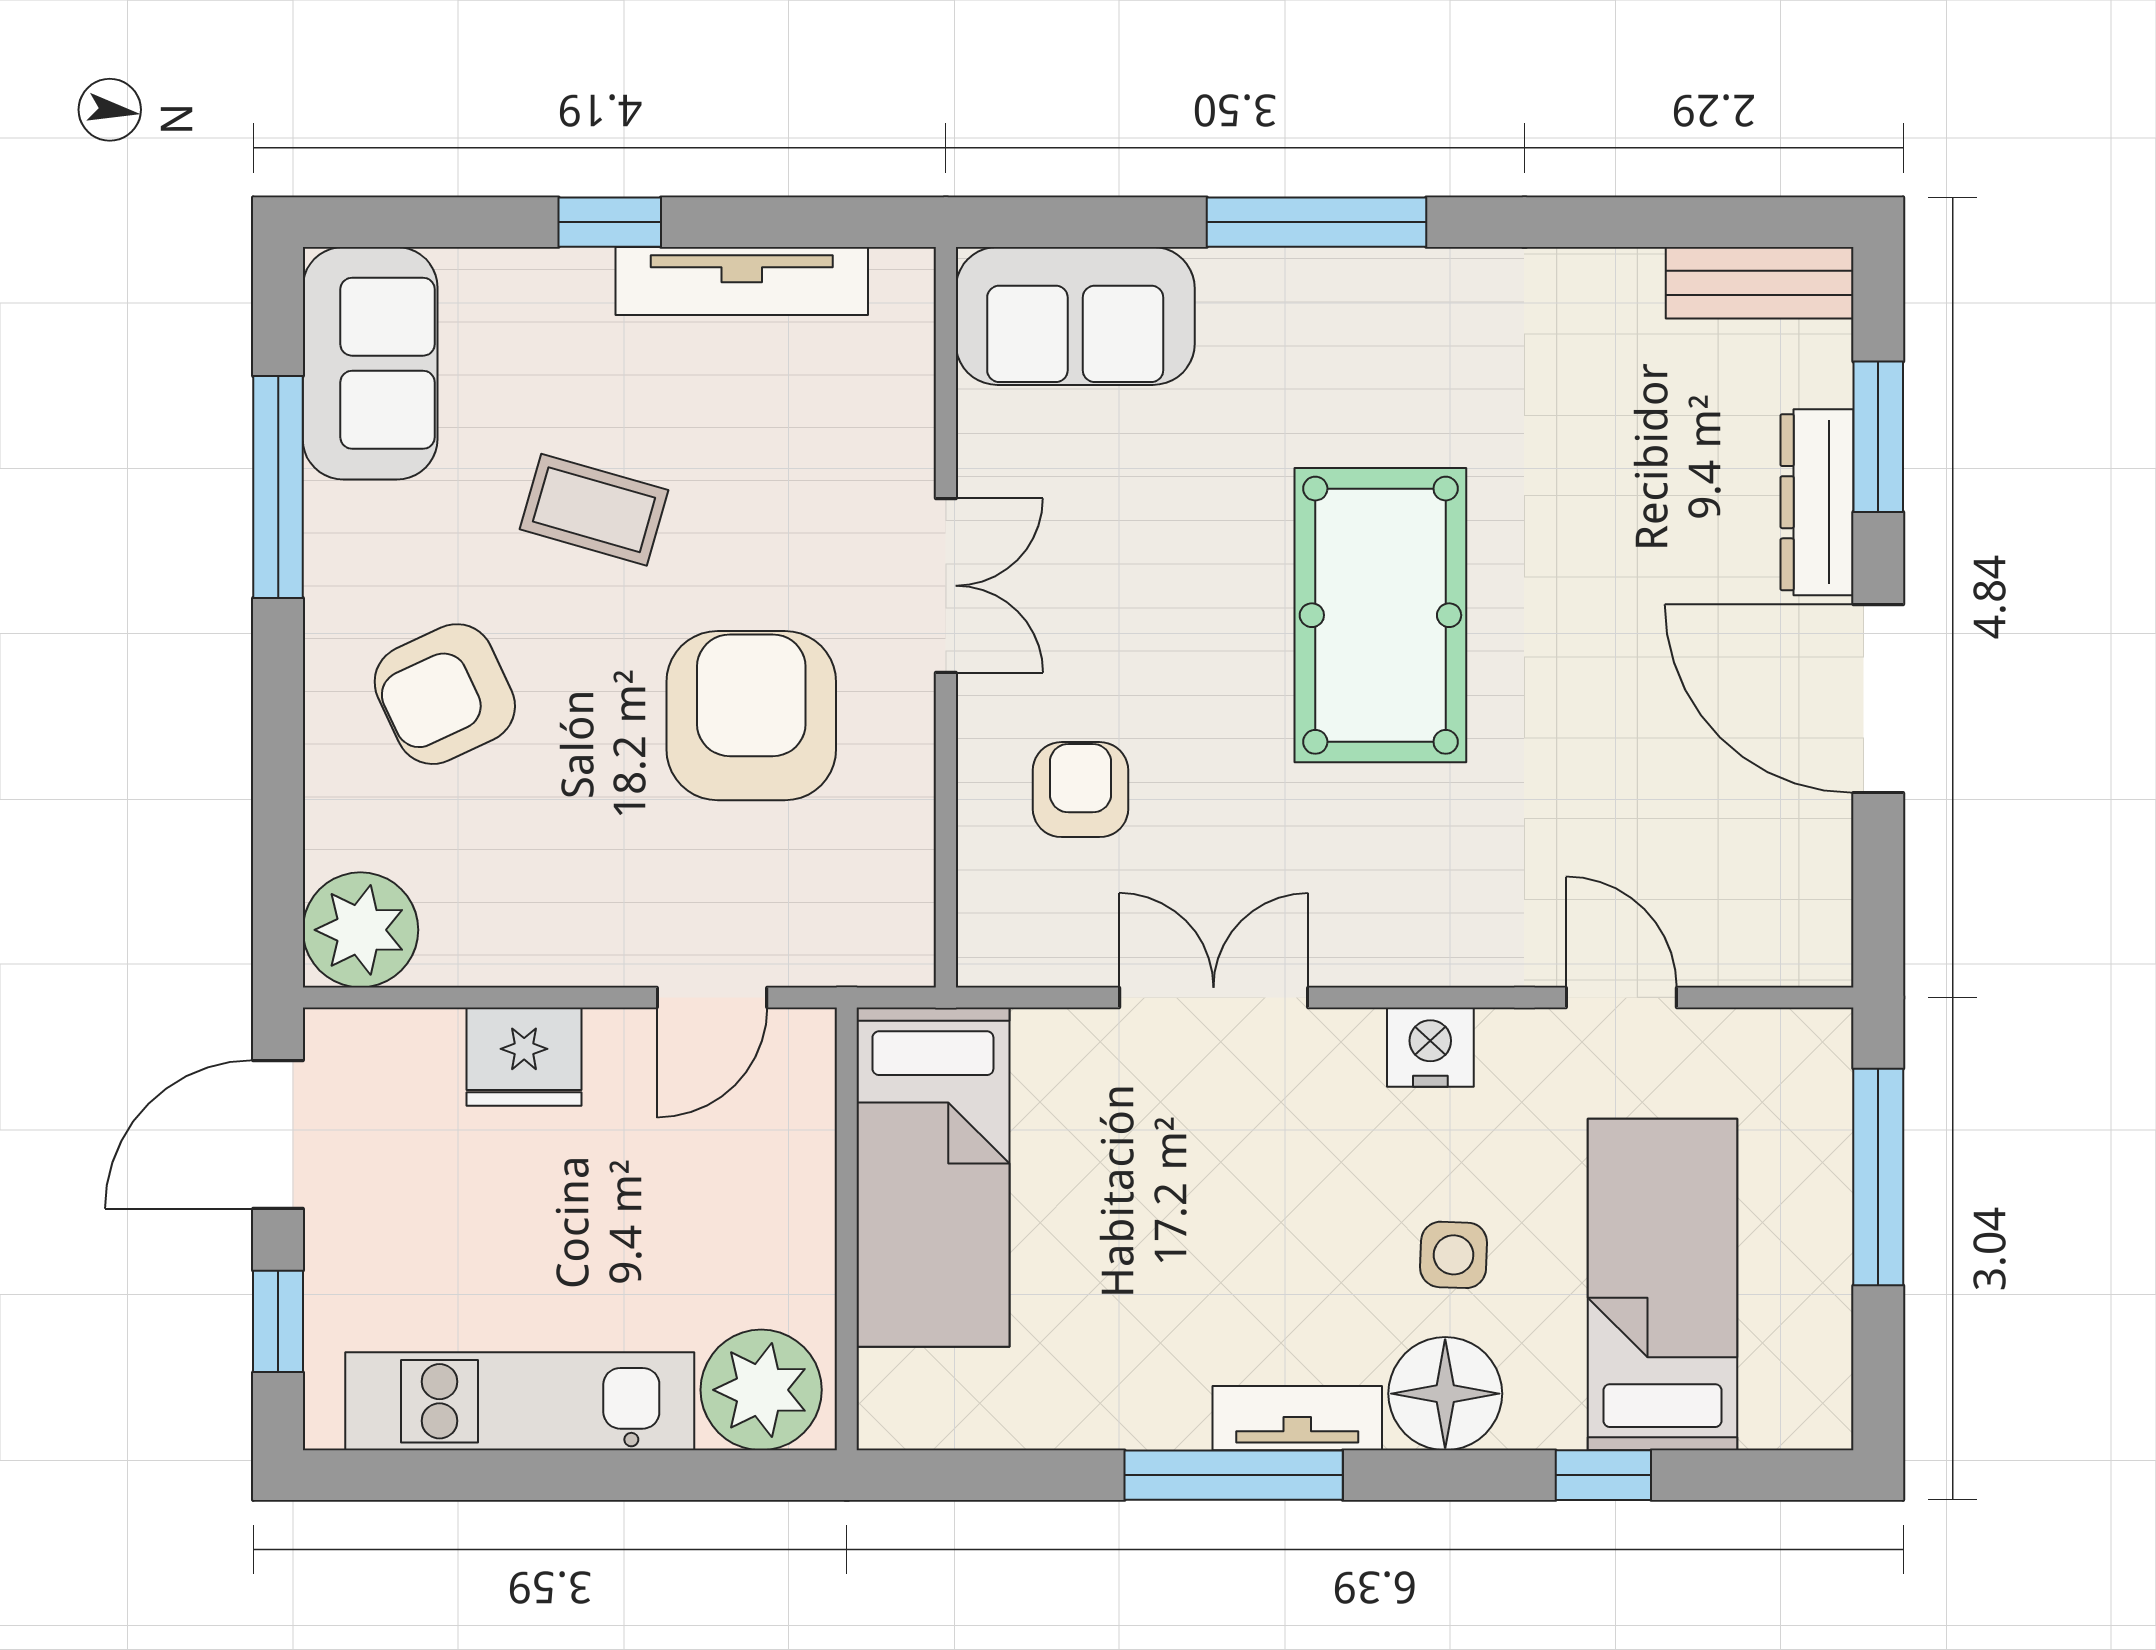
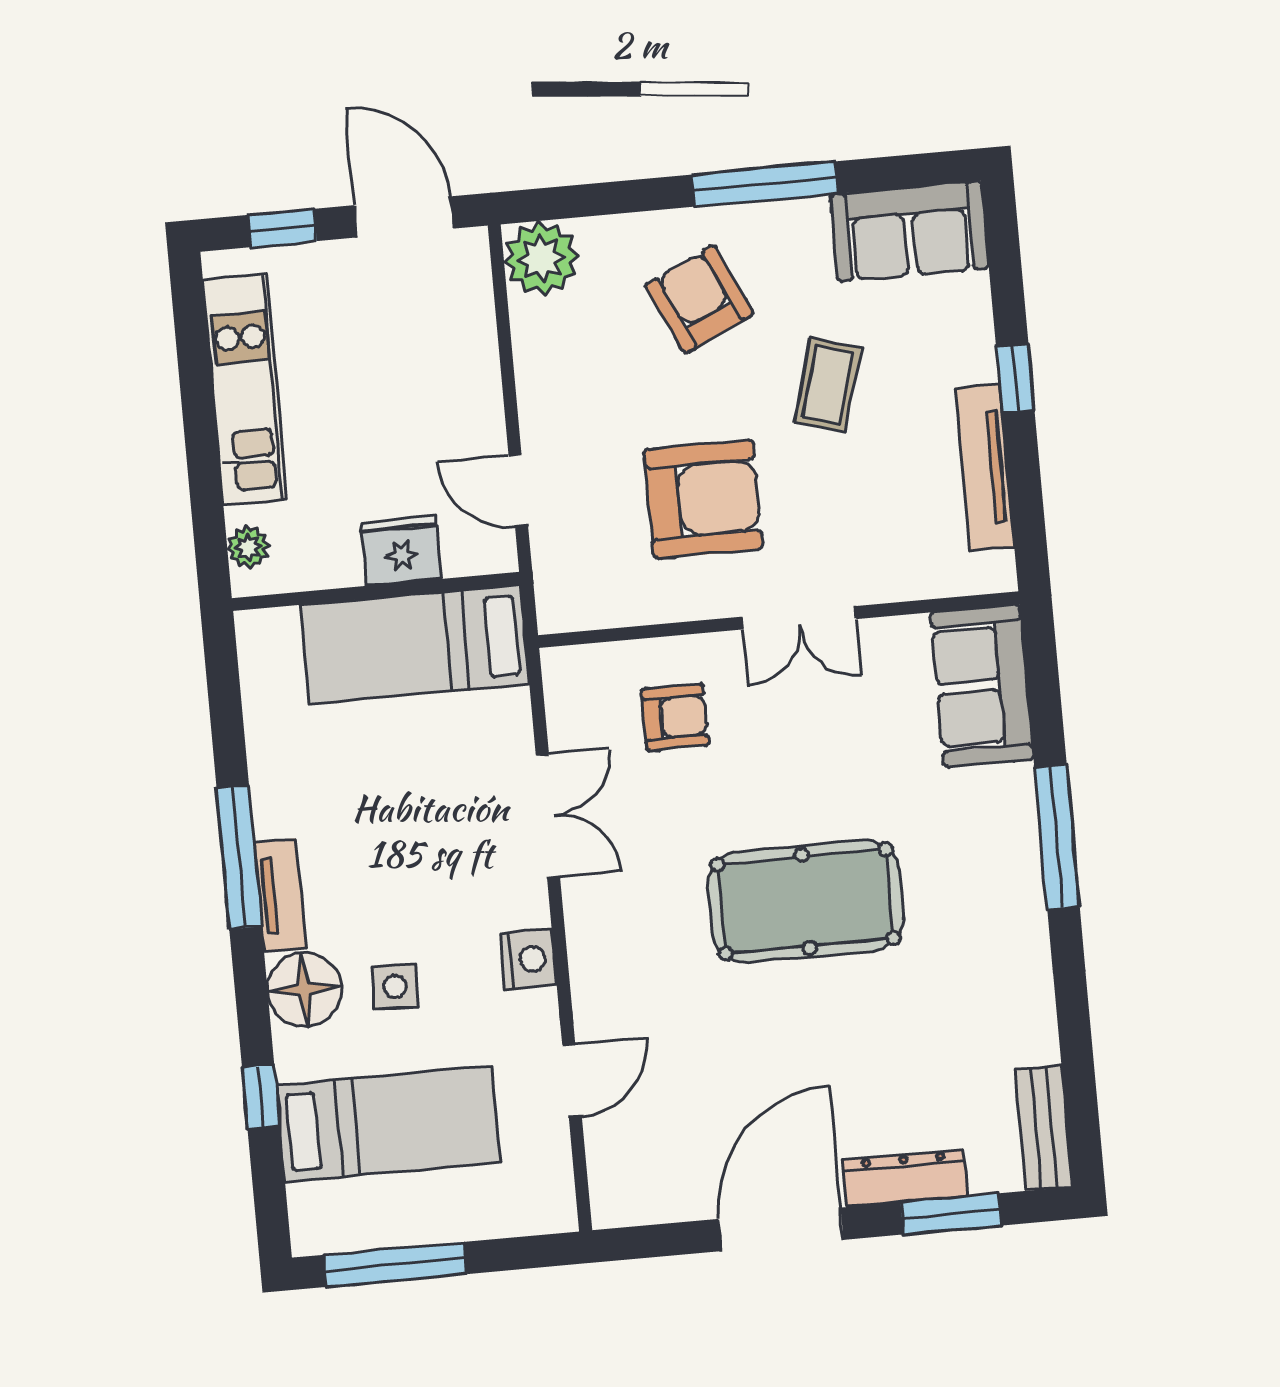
window: (278, 487) -> (765, 184), moved
fridge: (524, 1057) -> (401, 550), moved, turned 90
window: (1878, 1177) -> (395, 1264), moved
plant: (761, 1390) -> (248, 547), width x0.53, depth x0.53

